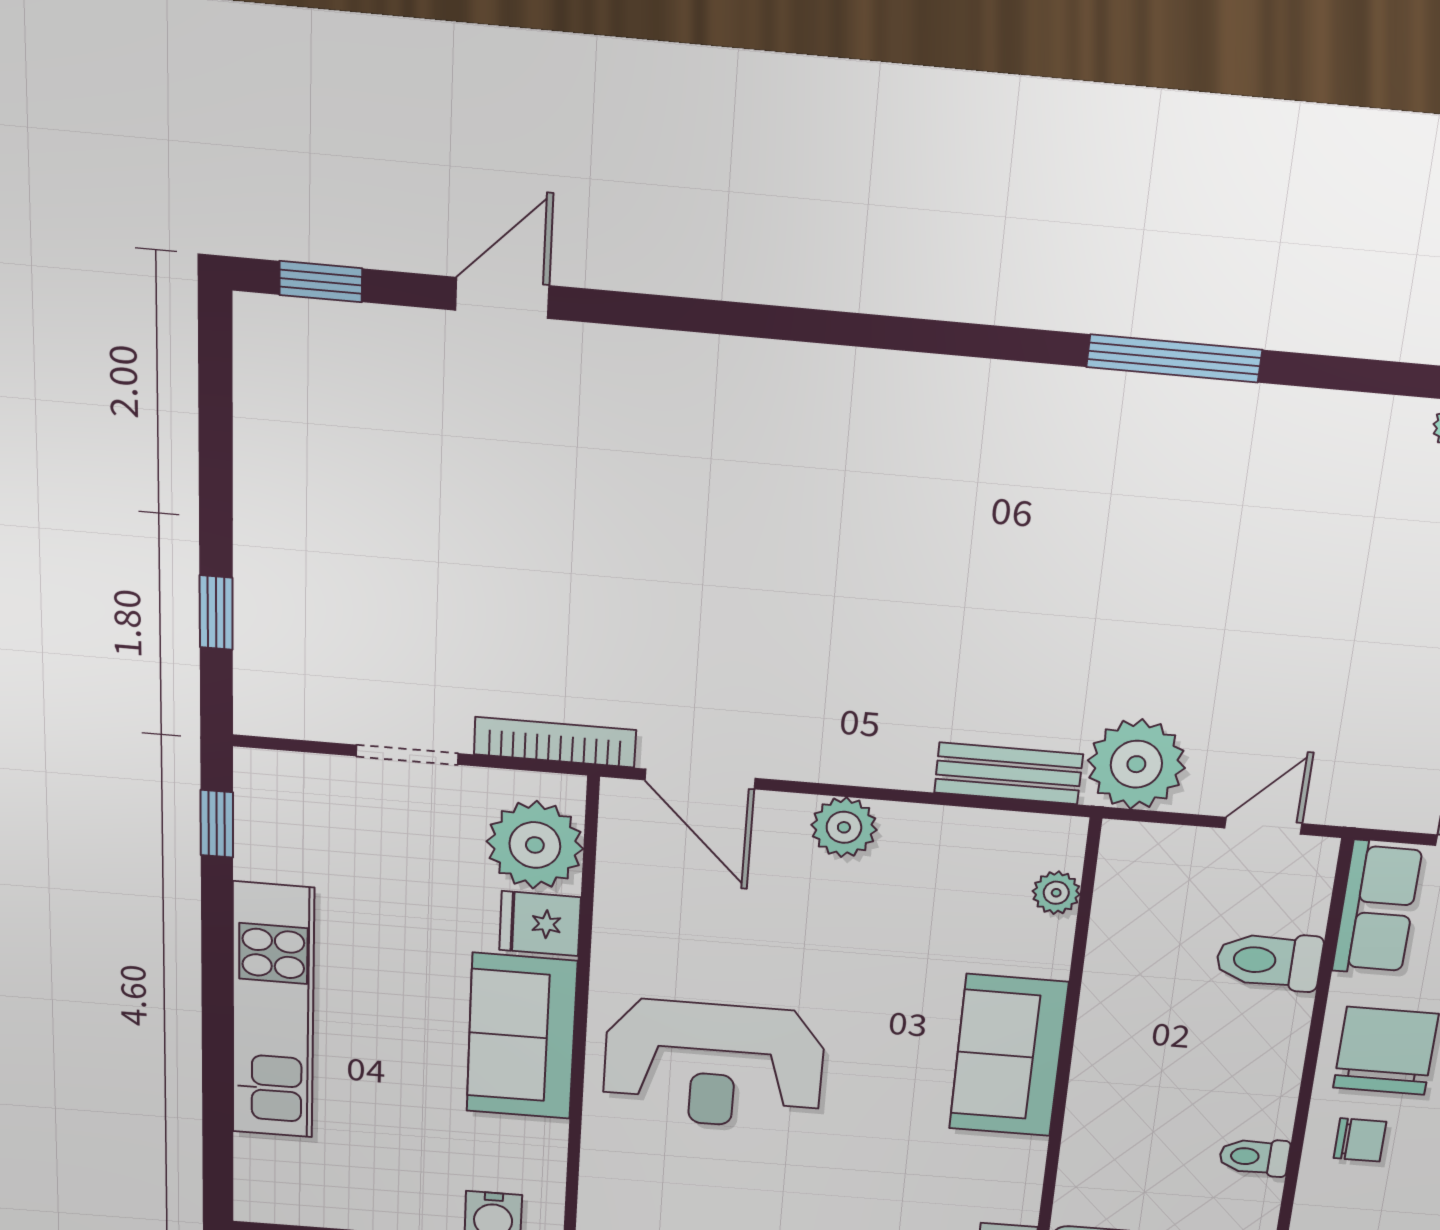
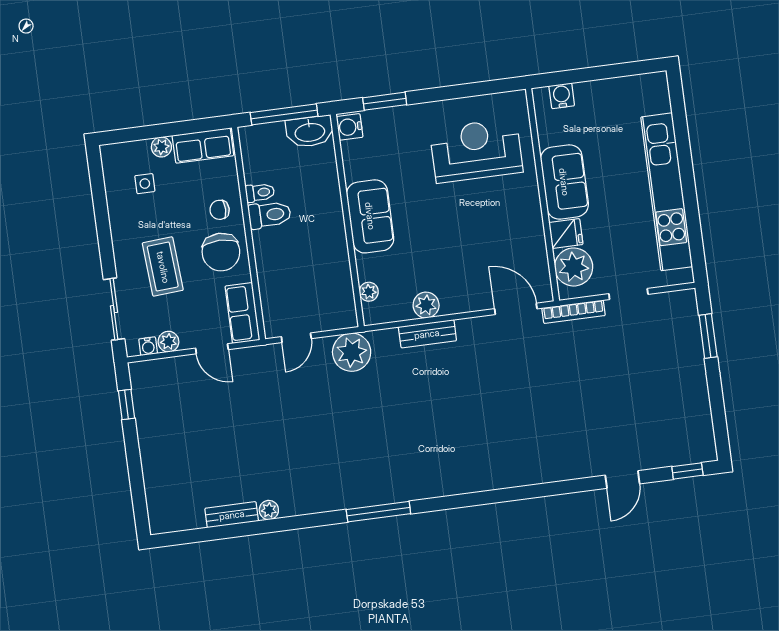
window: (216, 613) -> (708, 336), width x1.50
bench: (1009, 773) -> (427, 334), moved
window: (217, 824) -> (697, 249), removed
plant: (844, 827) -> (426, 305), moved
toilet: (1269, 961) -> (270, 215), moved
kitchen unit: (273, 1012) -> (667, 192), width x1.36
reception desk: (714, 1065) -> (476, 151), moved

